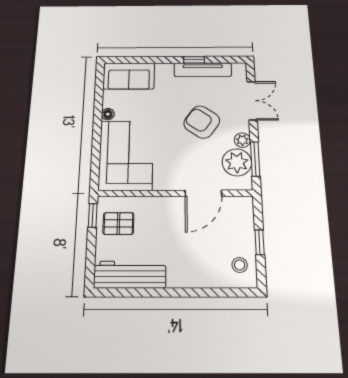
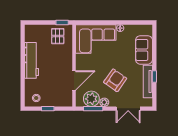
sofa: (129, 76) -> (144, 50), moved
door: (203, 193) -> (74, 80), swing flipped
workbench: (130, 275) -> (32, 60), moved

